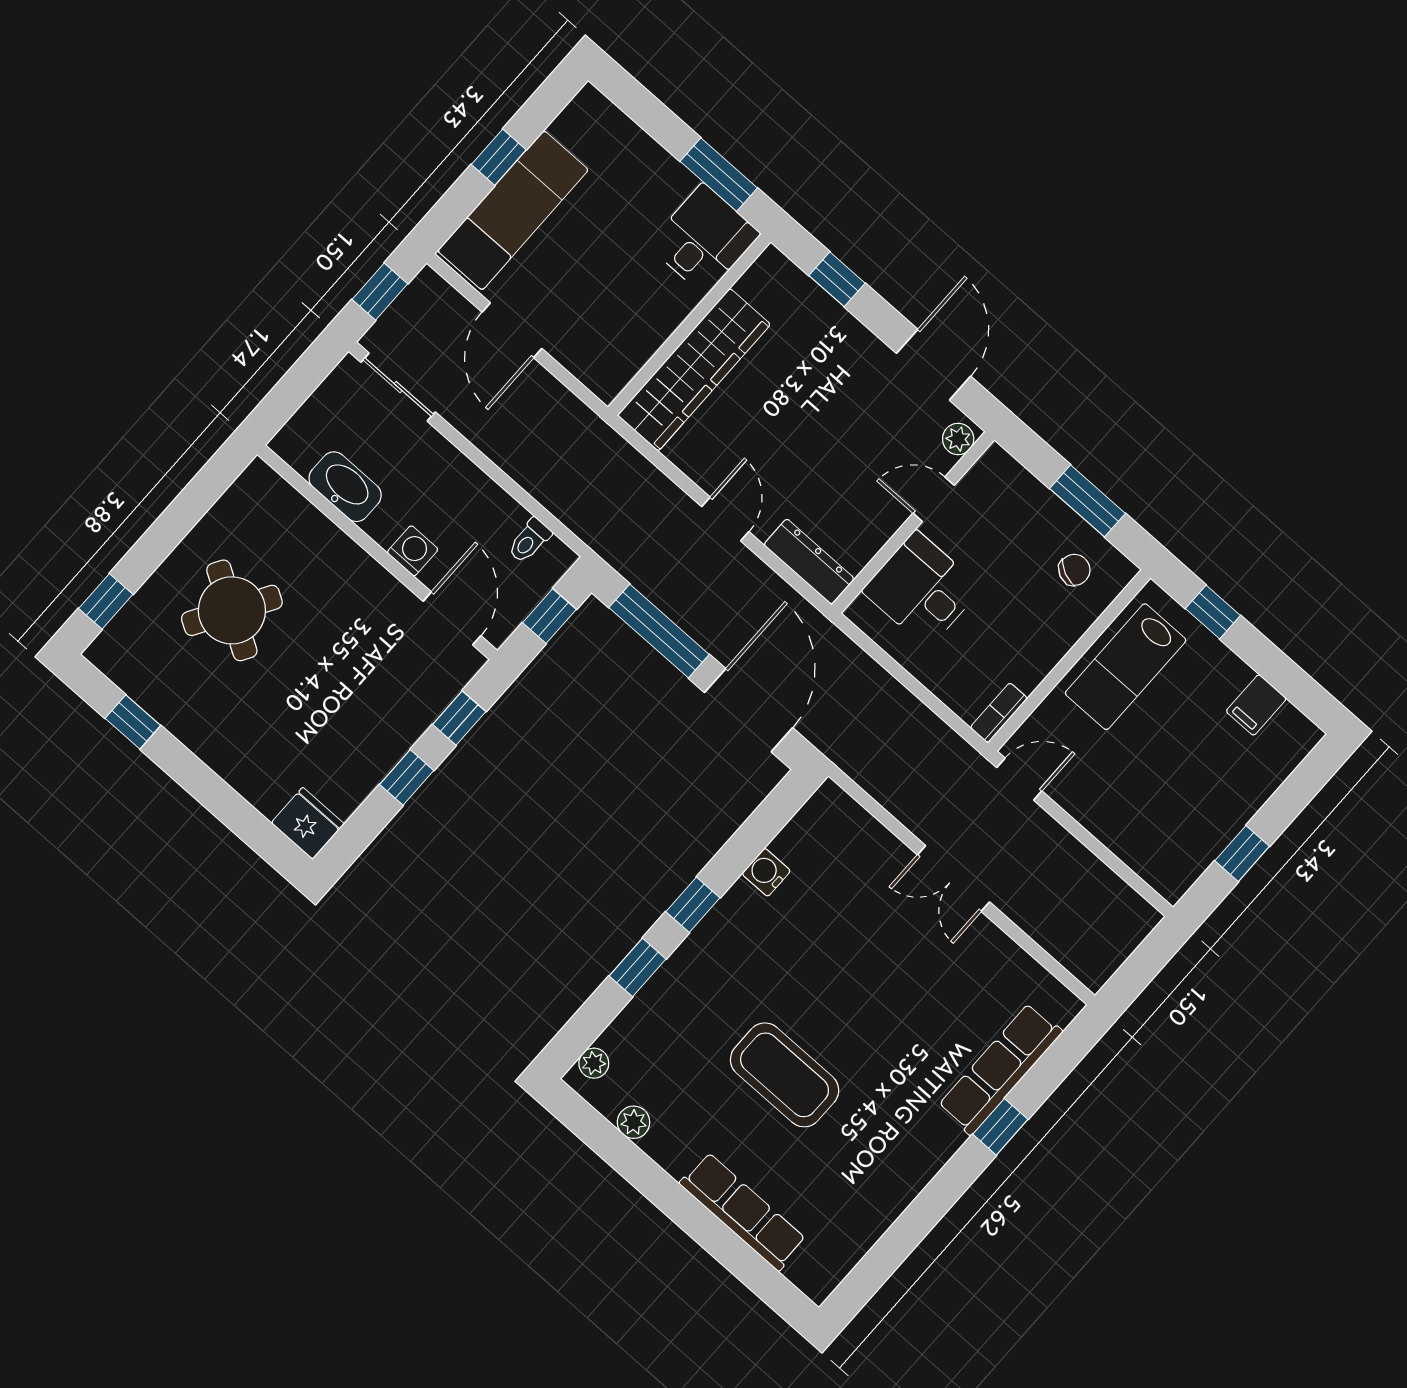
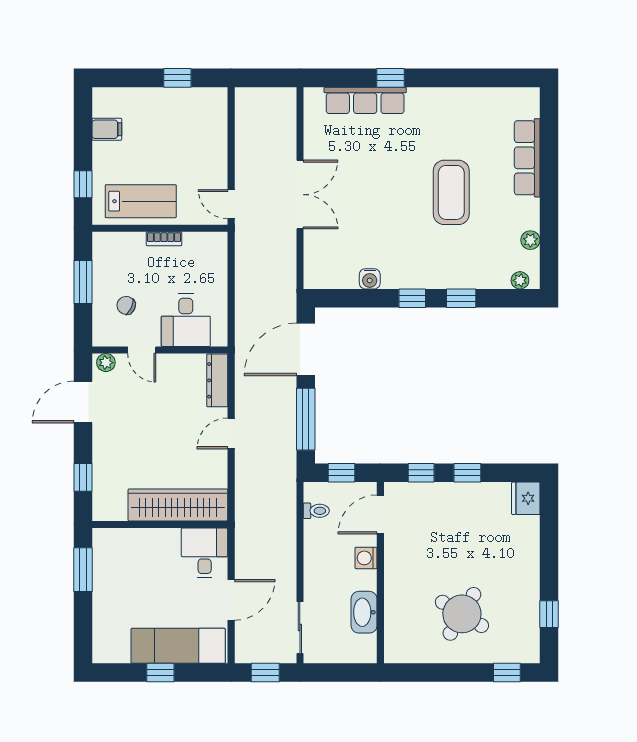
desk: (704, 239) -> (205, 553), moved, turned 90
chair: (1074, 570) -> (126, 305), moved
bookcase: (999, 713) -> (164, 239), moved
double door: (953, 878) -> (300, 195), width x1.37

